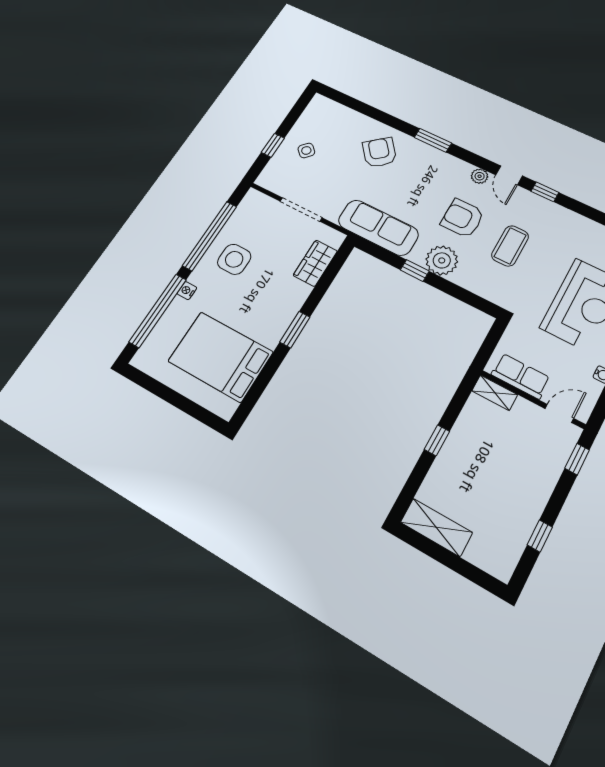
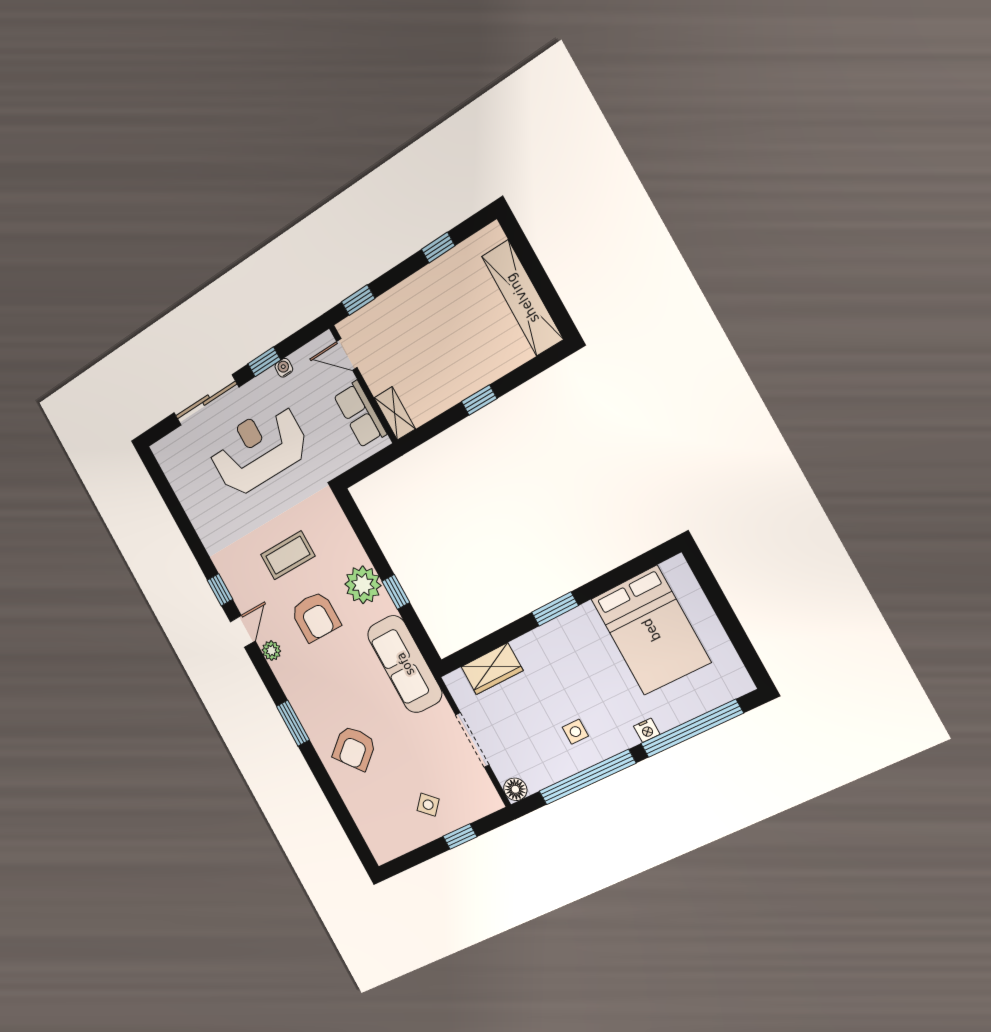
floor lamp: (253, 198) -> (515, 789), added
side table: (234, 259) -> (575, 732), width x0.54, depth x0.54
shelving: (436, 527) -> (522, 298), width x1.47

